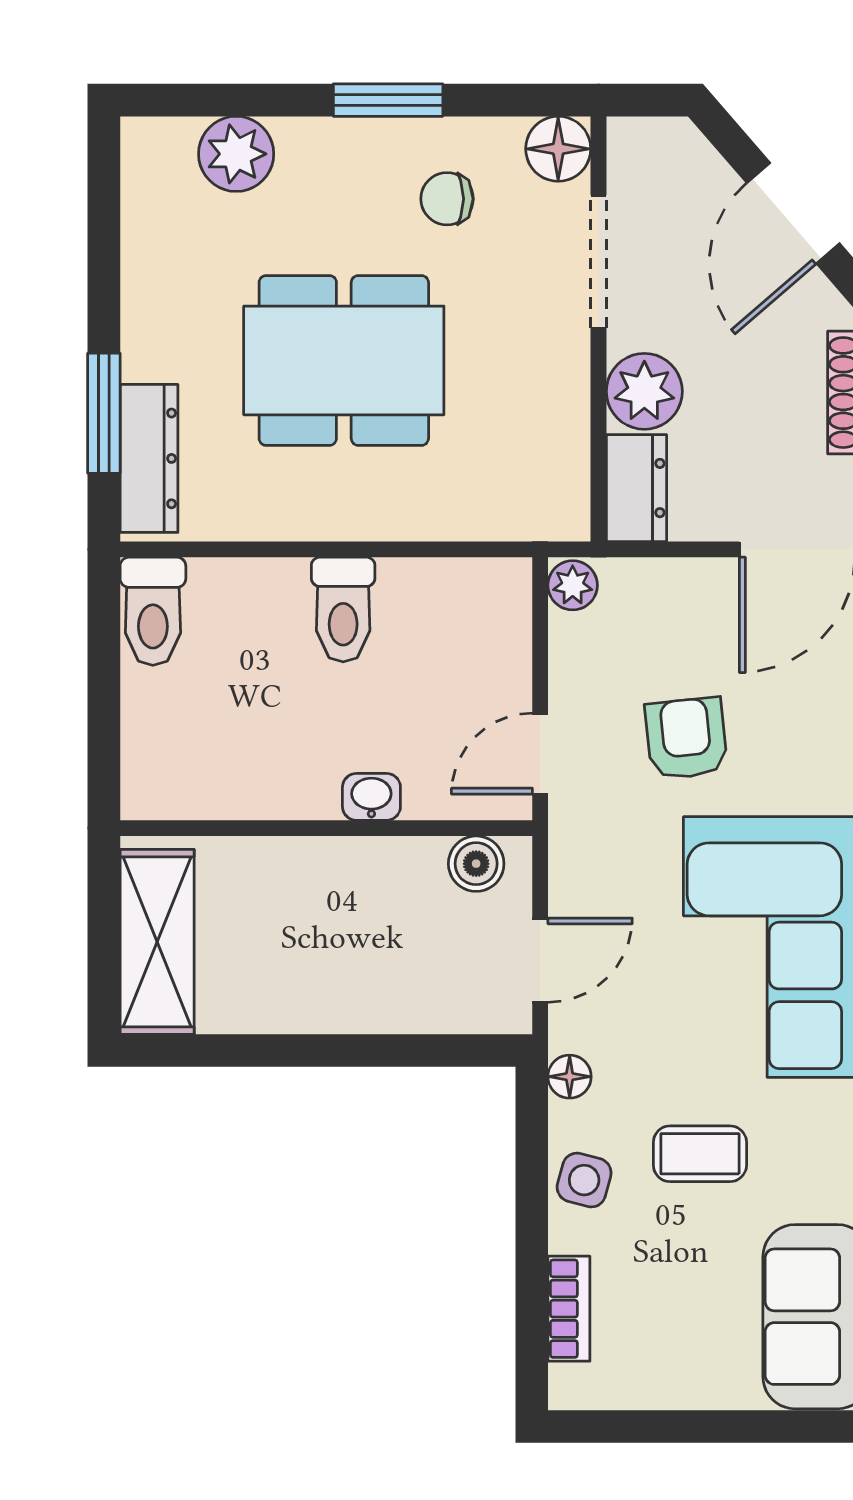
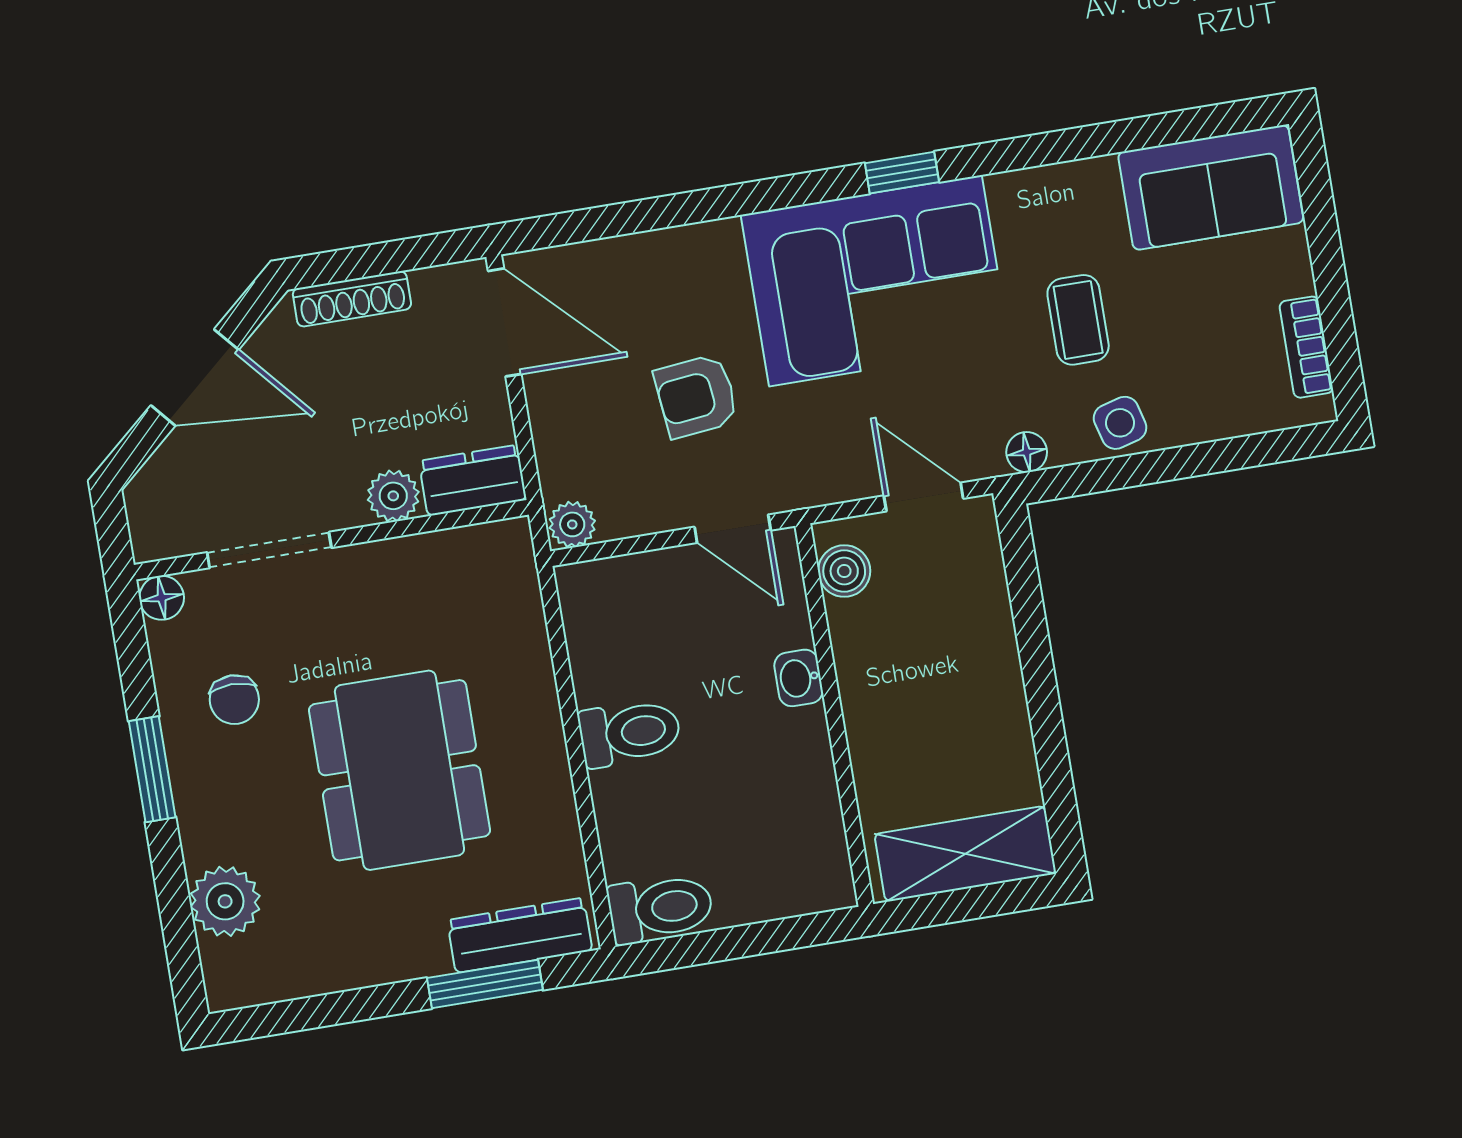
floor lamp: (558, 149) -> (162, 598), width x0.73, depth x0.73
plant: (644, 391) -> (393, 496), width x0.73, depth x0.73
side table: (584, 1180) -> (1120, 423), turned -30
bookcase: (569, 1309) -> (1306, 347), moved, turned -90

